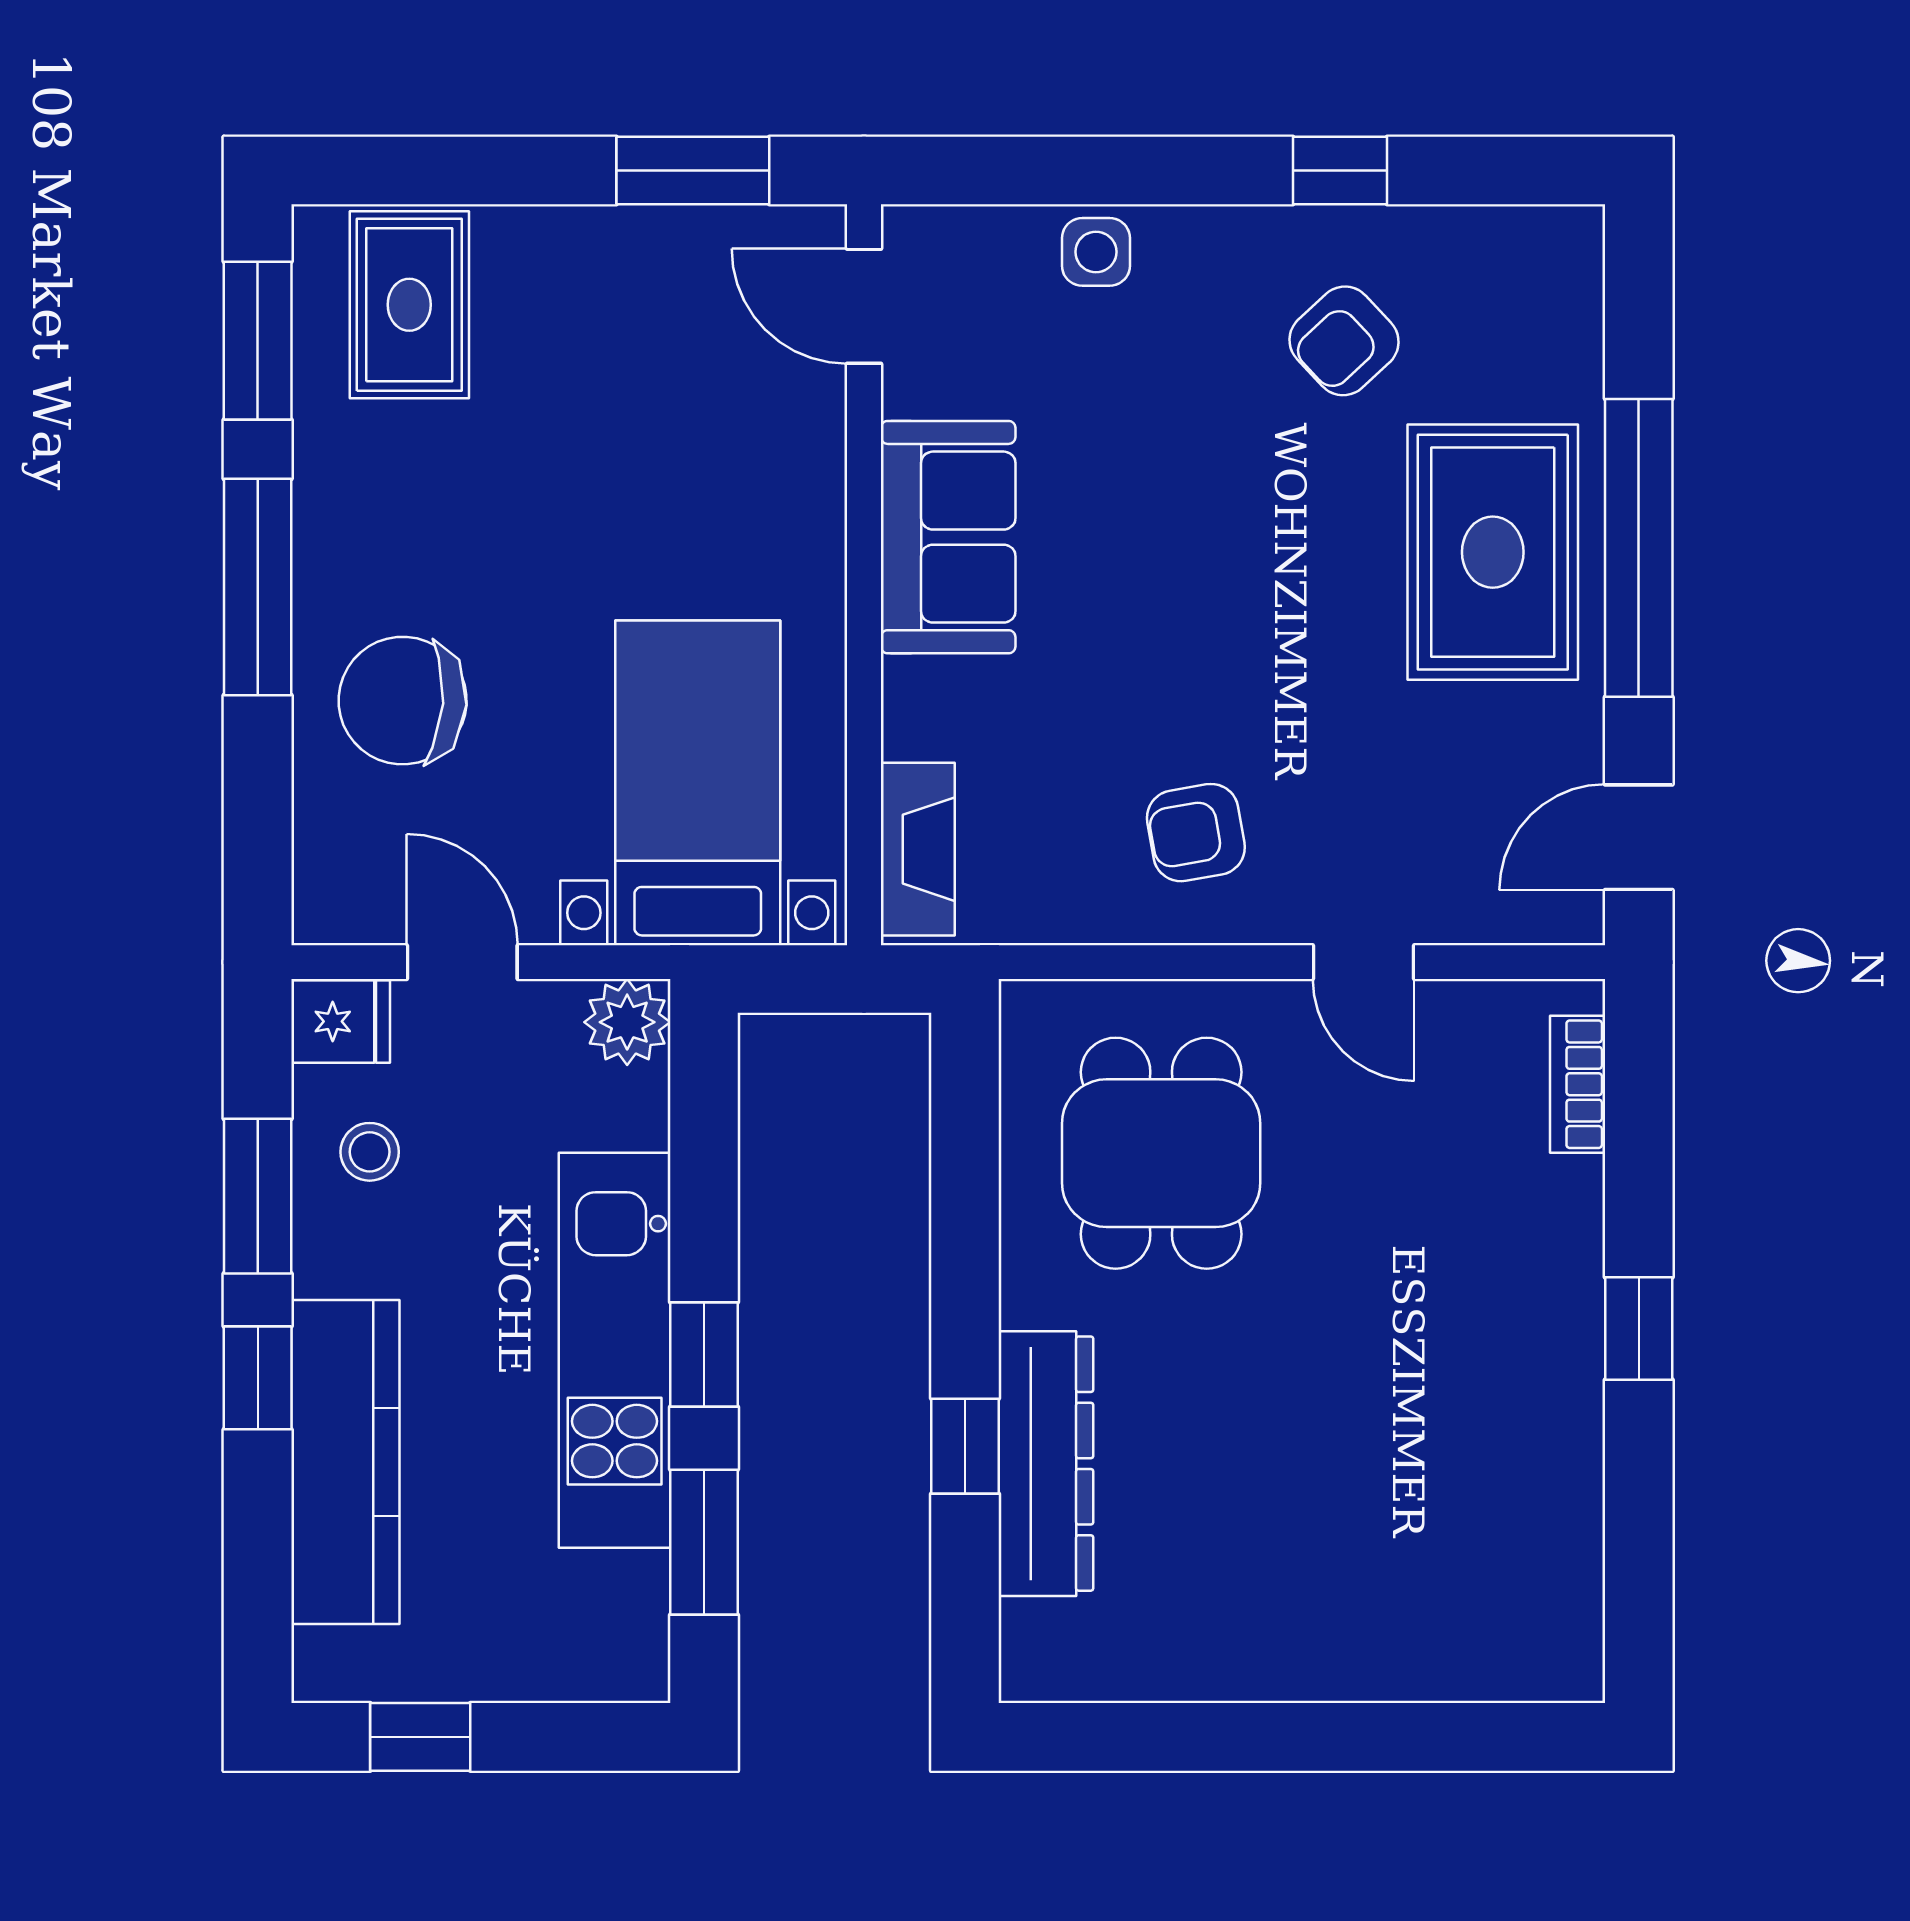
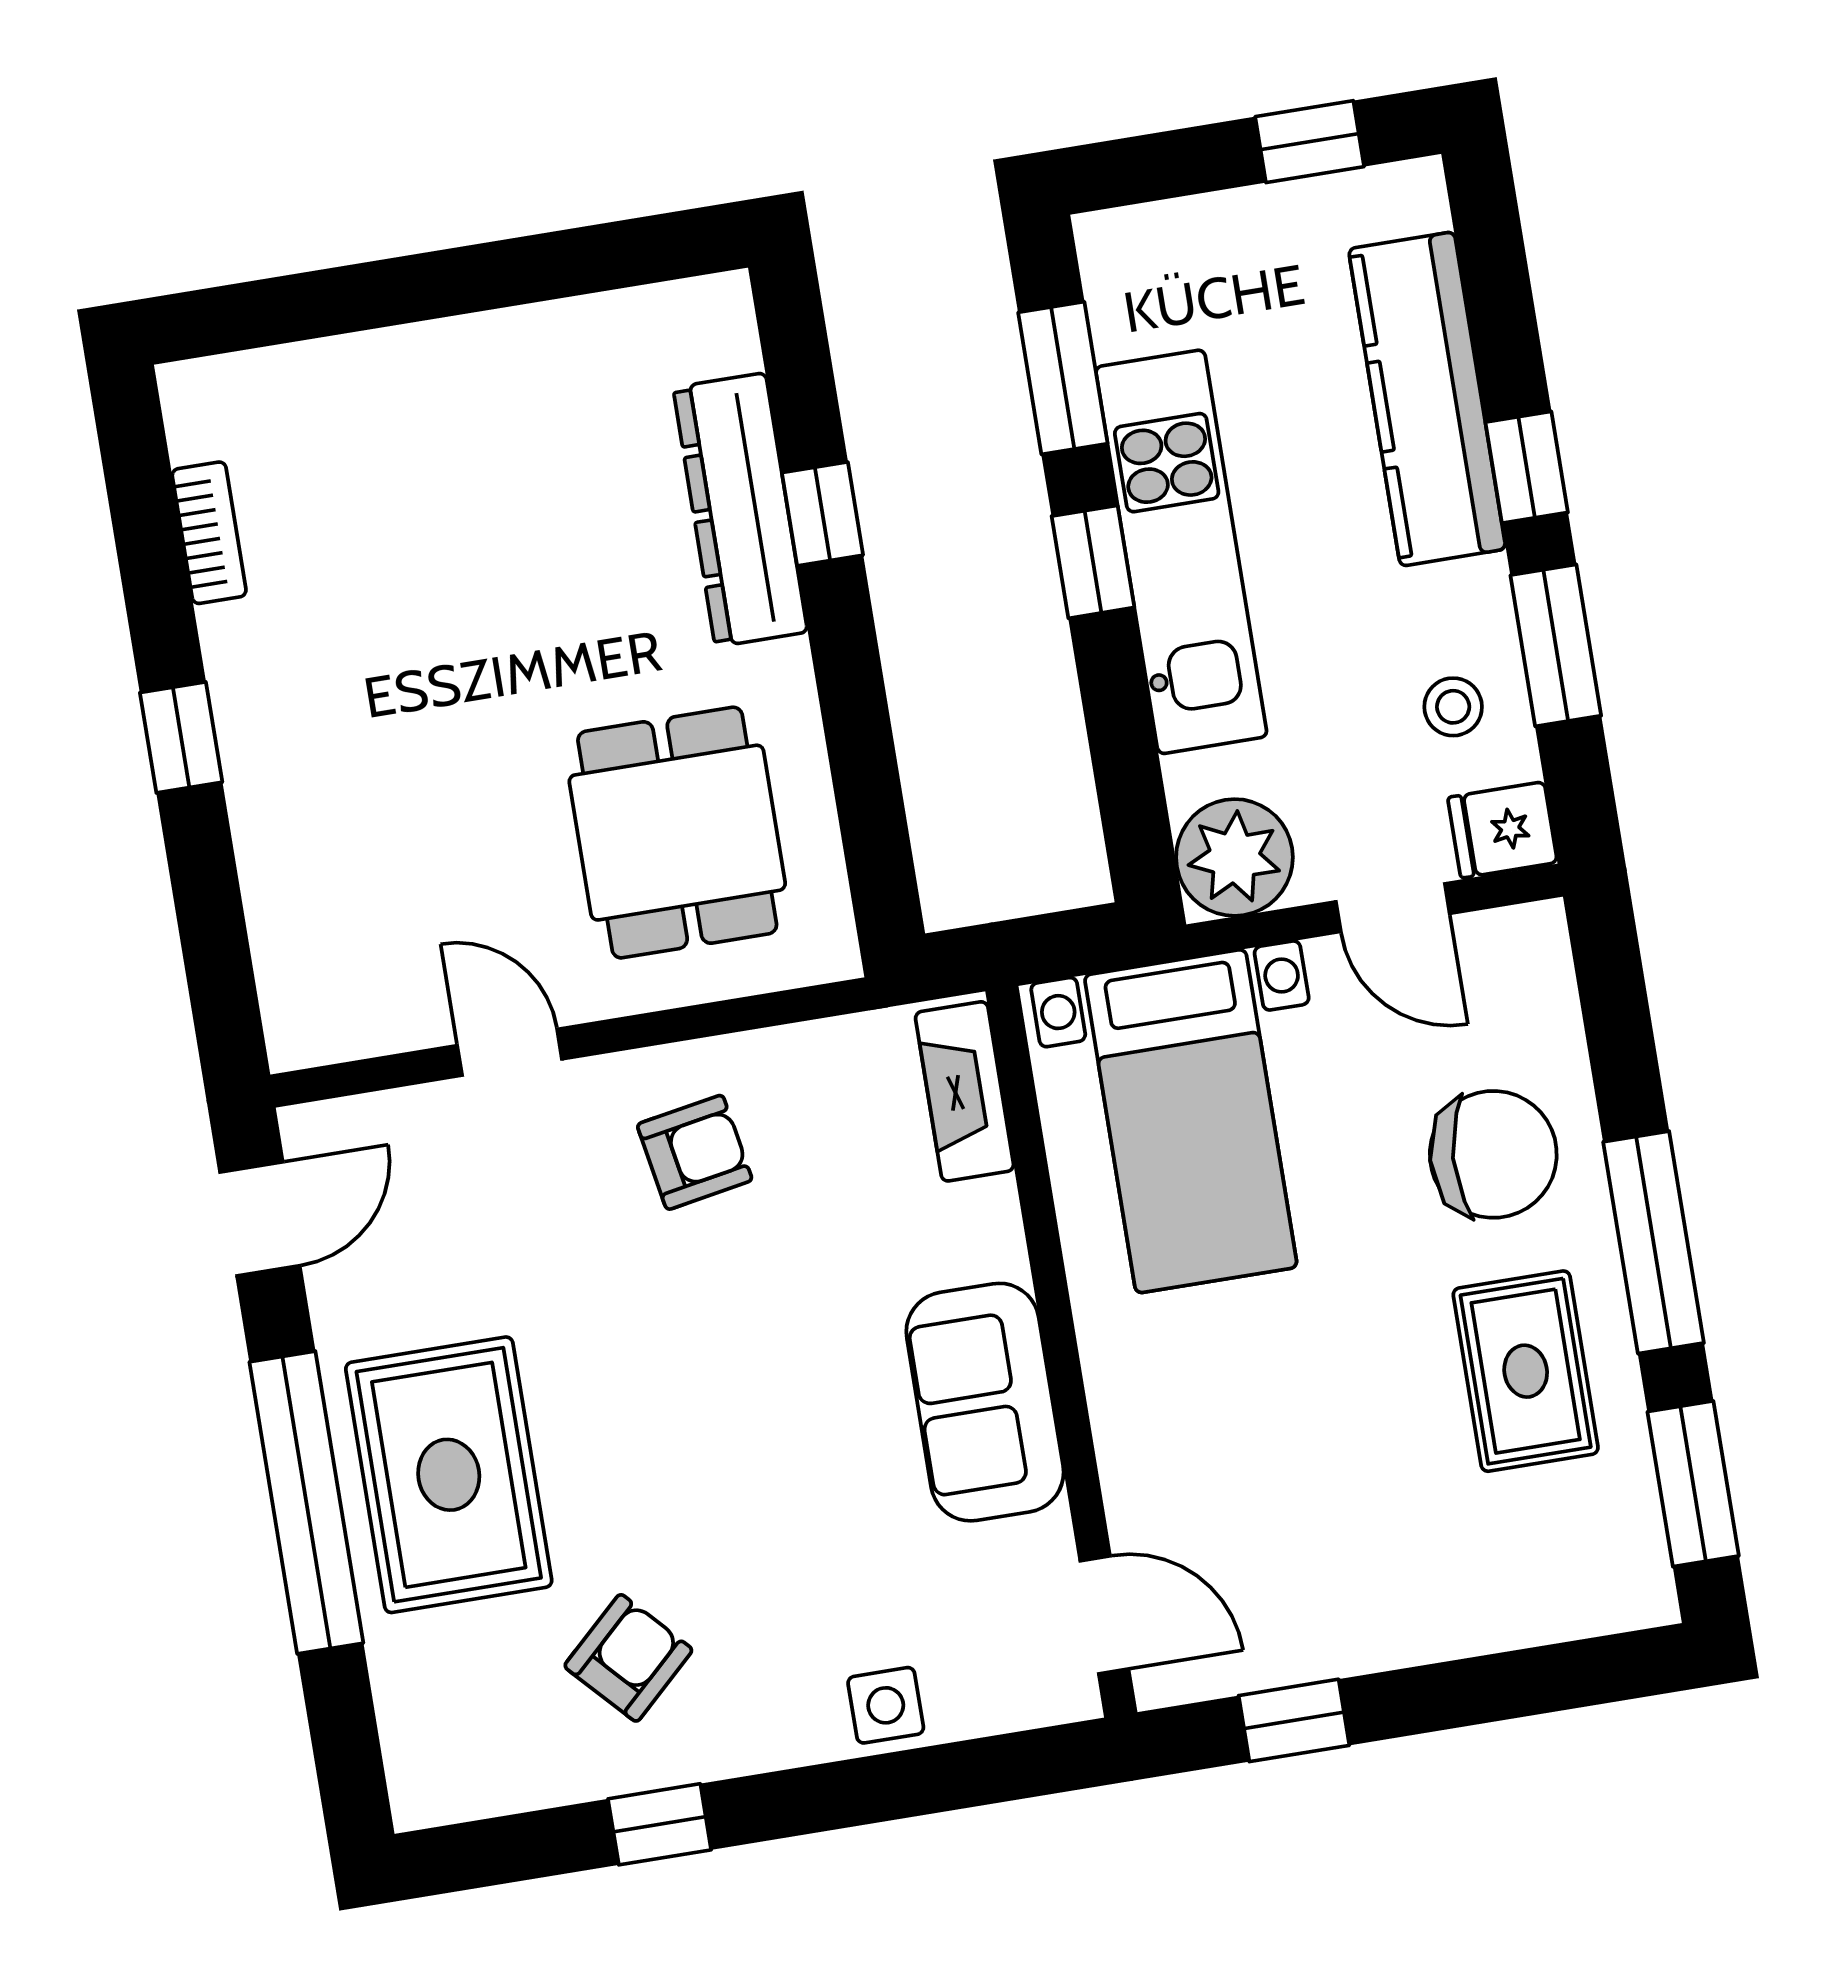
window: (693, 170) -> (1294, 1720), width x0.67
rug: (409, 305) -> (1526, 1371), moved
plant: (627, 1022) -> (1234, 857), width x1.36, depth x1.36
bookcase: (1578, 1084) -> (209, 533), moved

